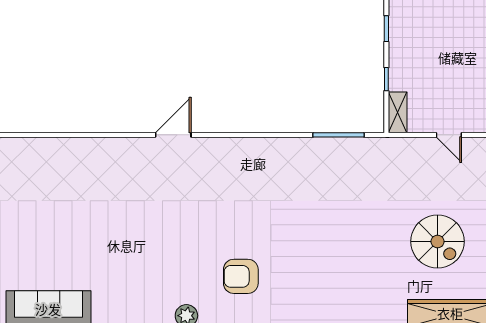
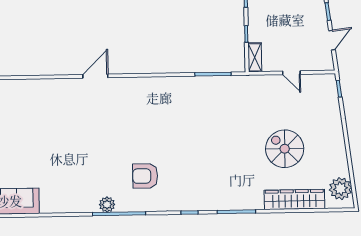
spiral stairs: (437, 242) -> (285, 149), turned 180

